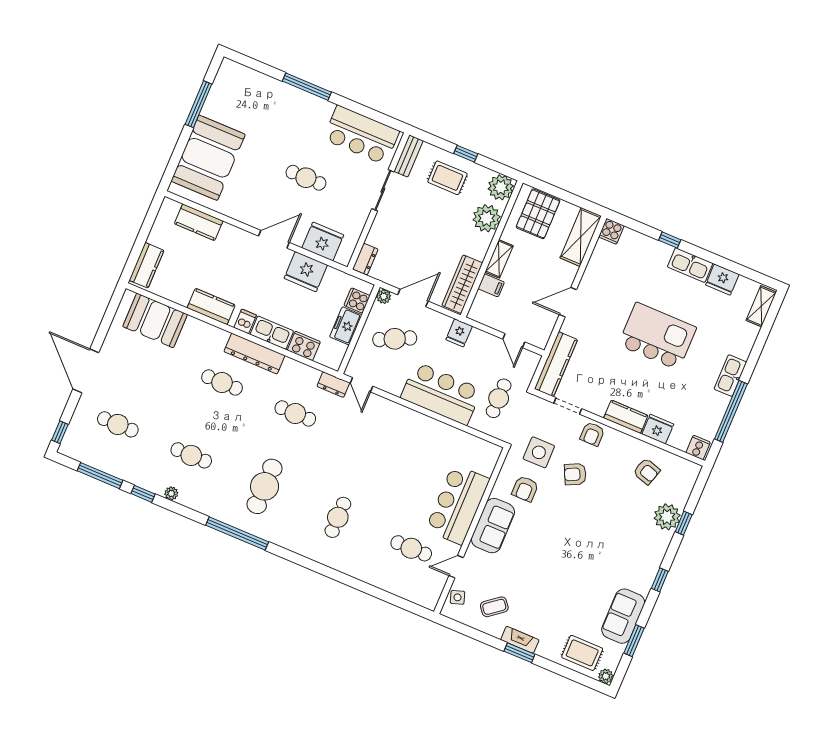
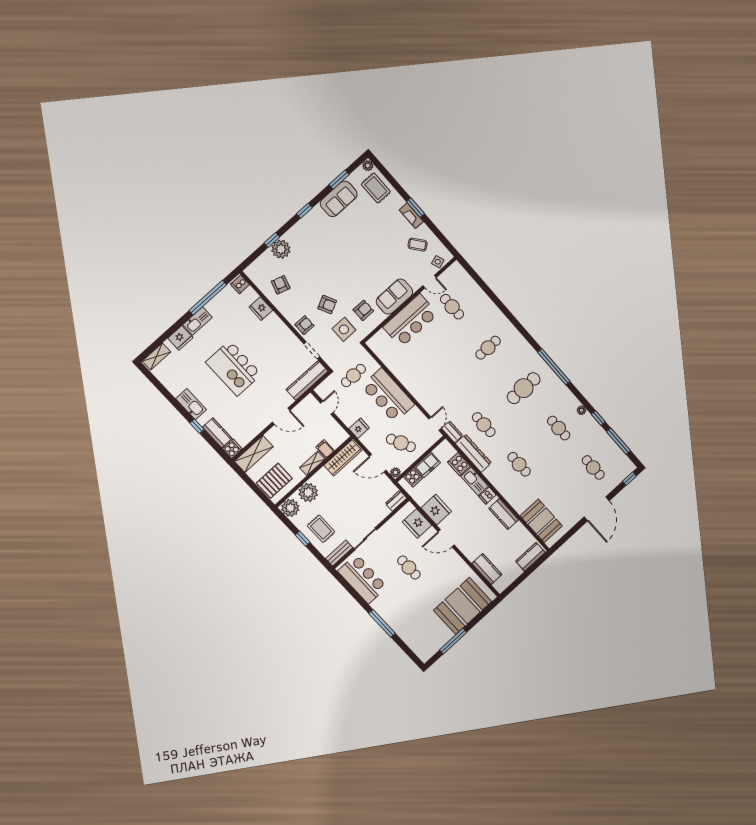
fridge: (722, 279) -> (180, 338), moved, turned 90
dresser: (254, 354) -> (473, 453), moved
kitchen counter: (626, 417) -> (217, 433), moved, turned 180

